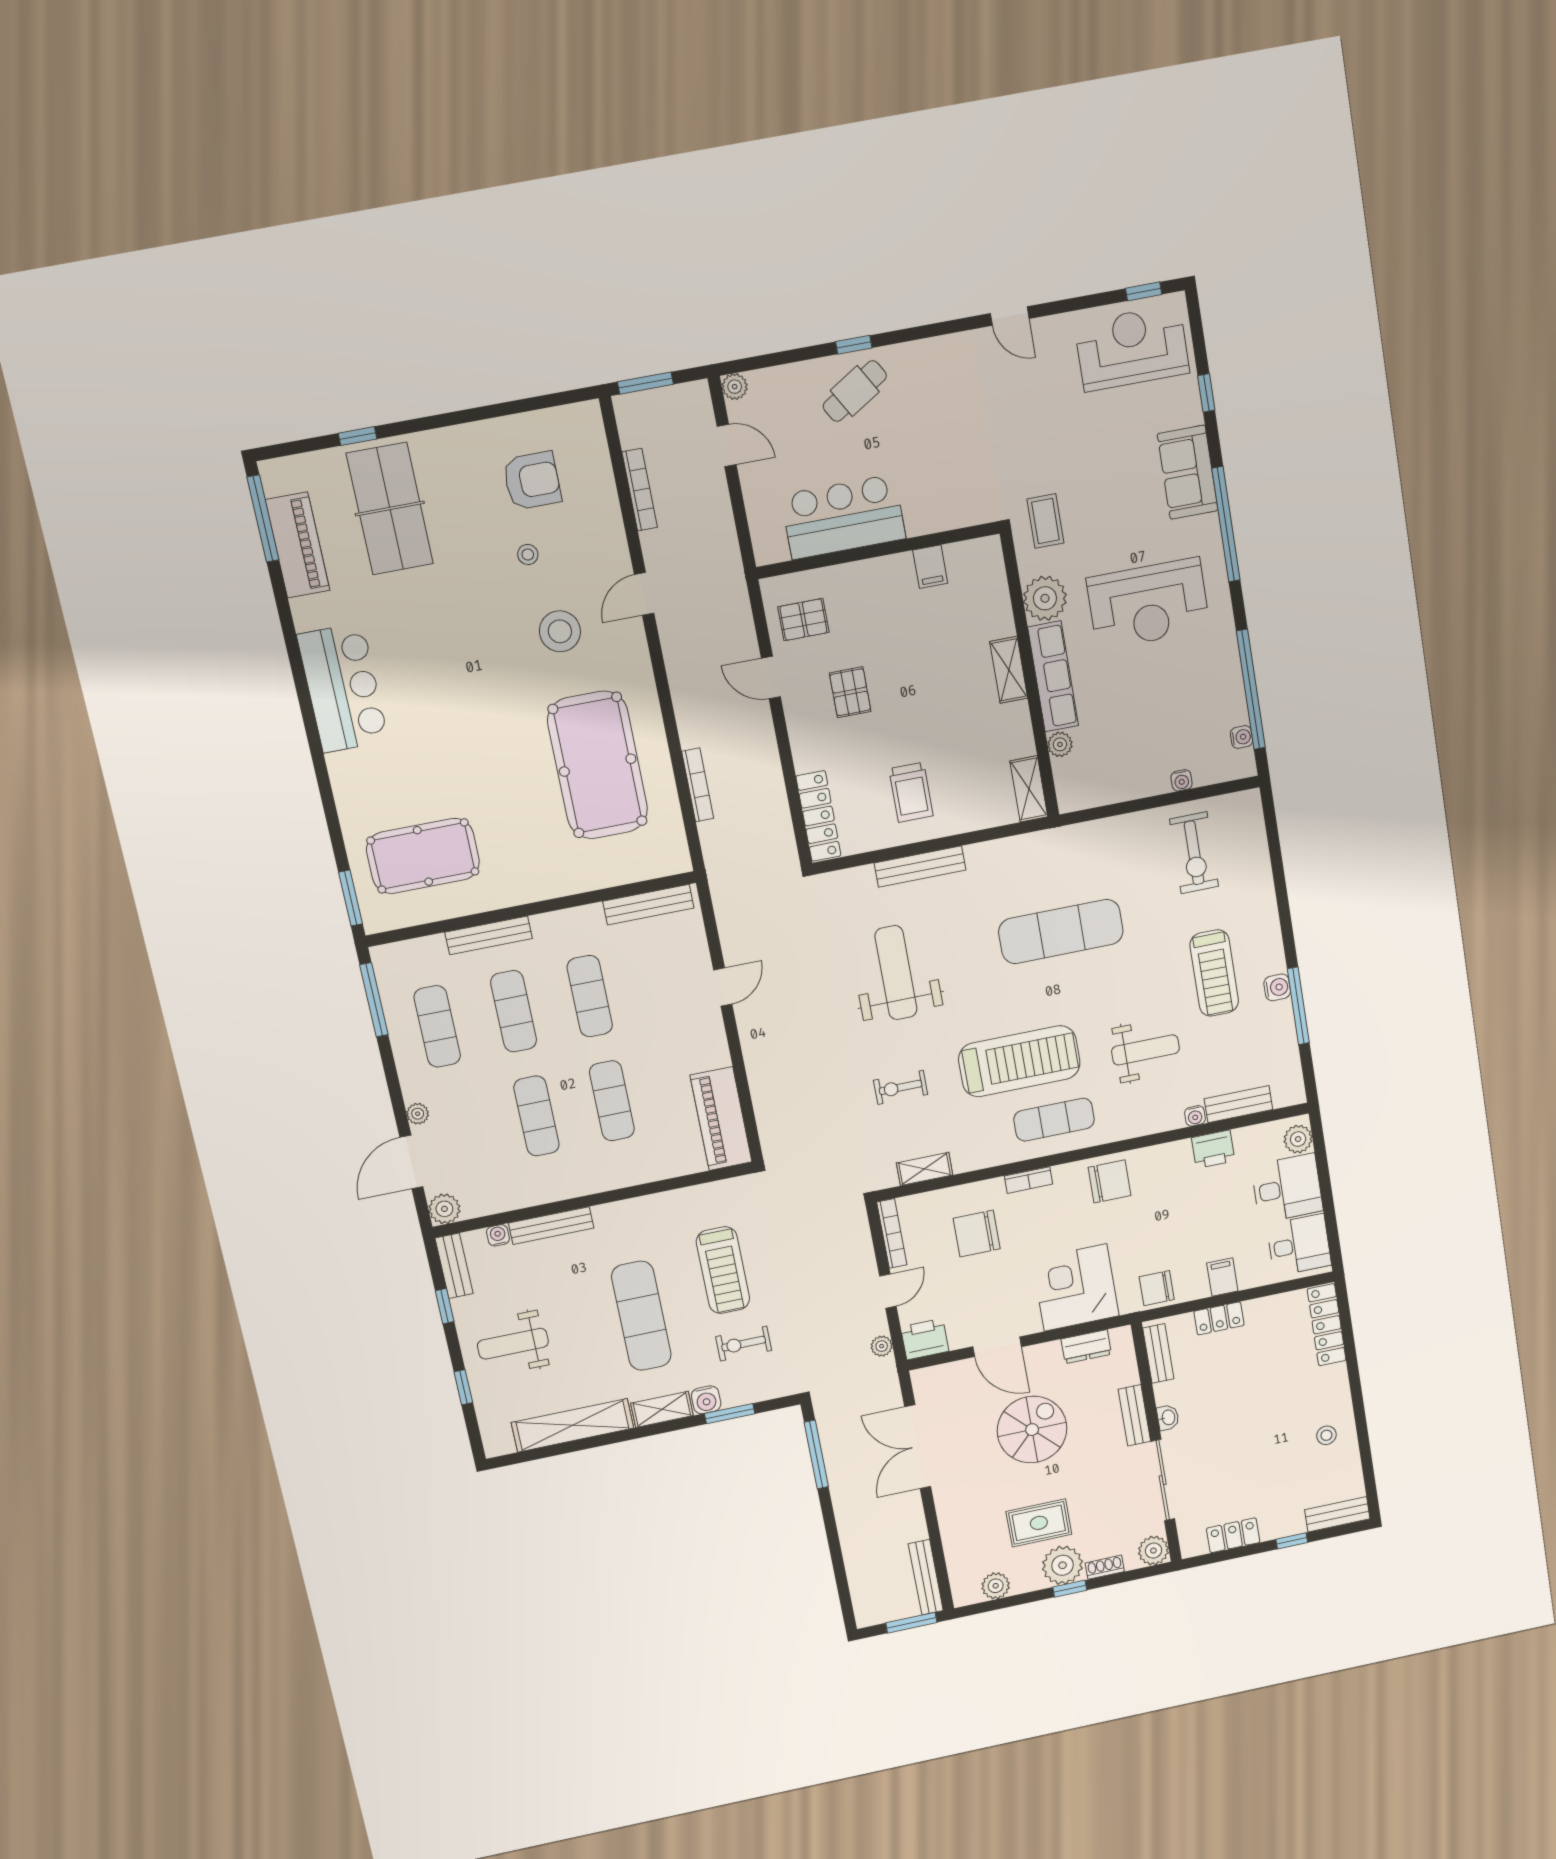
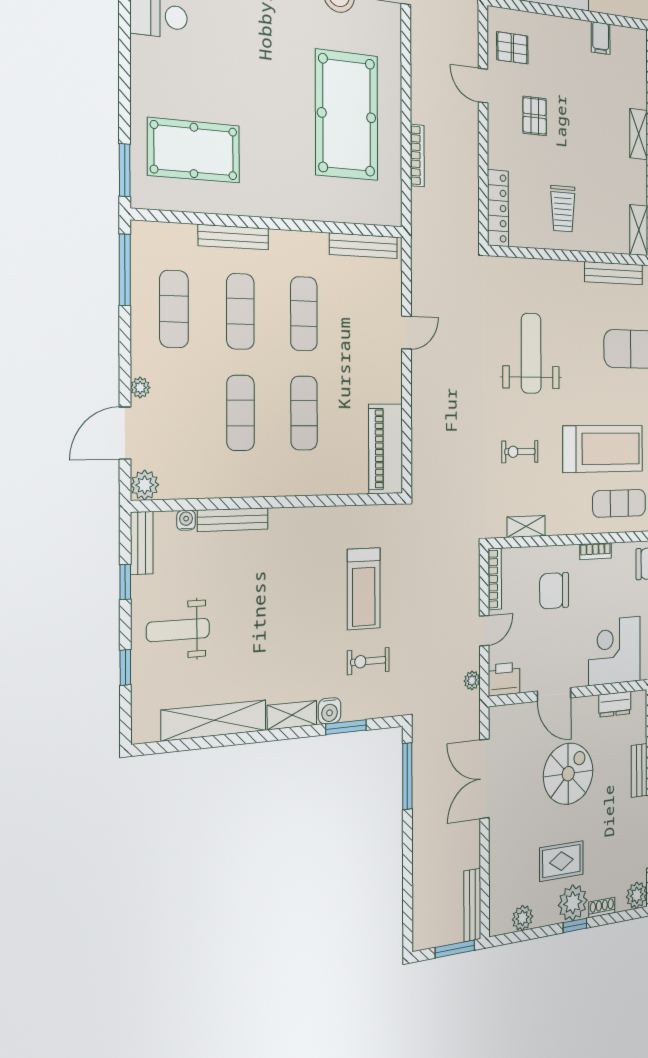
bench: (920, 866) -> (614, 273), moved
exercise mat: (641, 1316) -> (291, 621), removed

